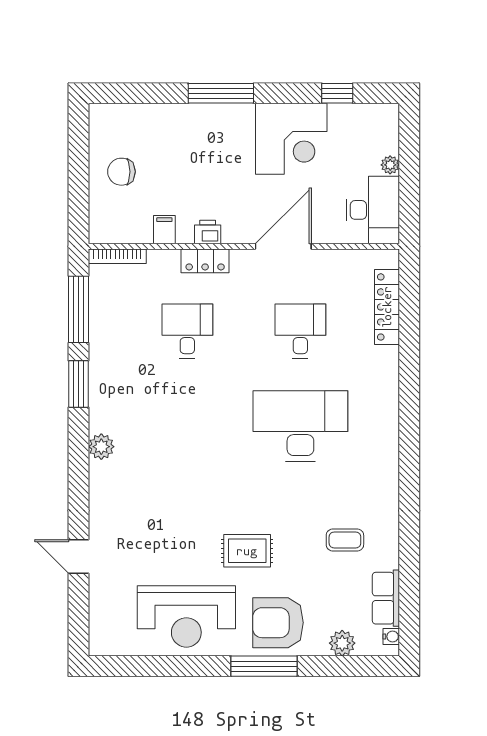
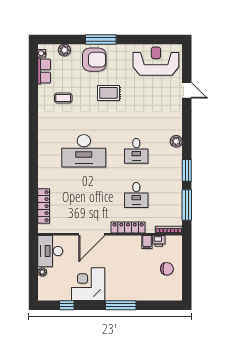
printer: (208, 232) -> (159, 241), moved
locker: (205, 261) -> (128, 227), width x1.53
desk: (300, 331) -> (136, 151), moved
reception desk: (186, 616) -> (156, 61), moved

